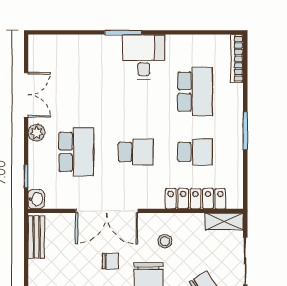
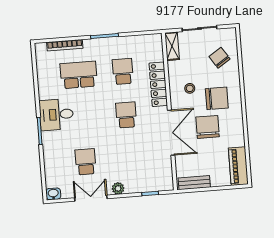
bookcase: (237, 59) -> (65, 45), moved
school desk: (76, 152) -> (86, 162), moved, width x0.54
washbasin: (36, 199) -> (53, 194), moved
locker: (196, 199) -> (158, 84), moved
chair: (111, 261) -> (208, 127), width x1.87, depth x1.87

